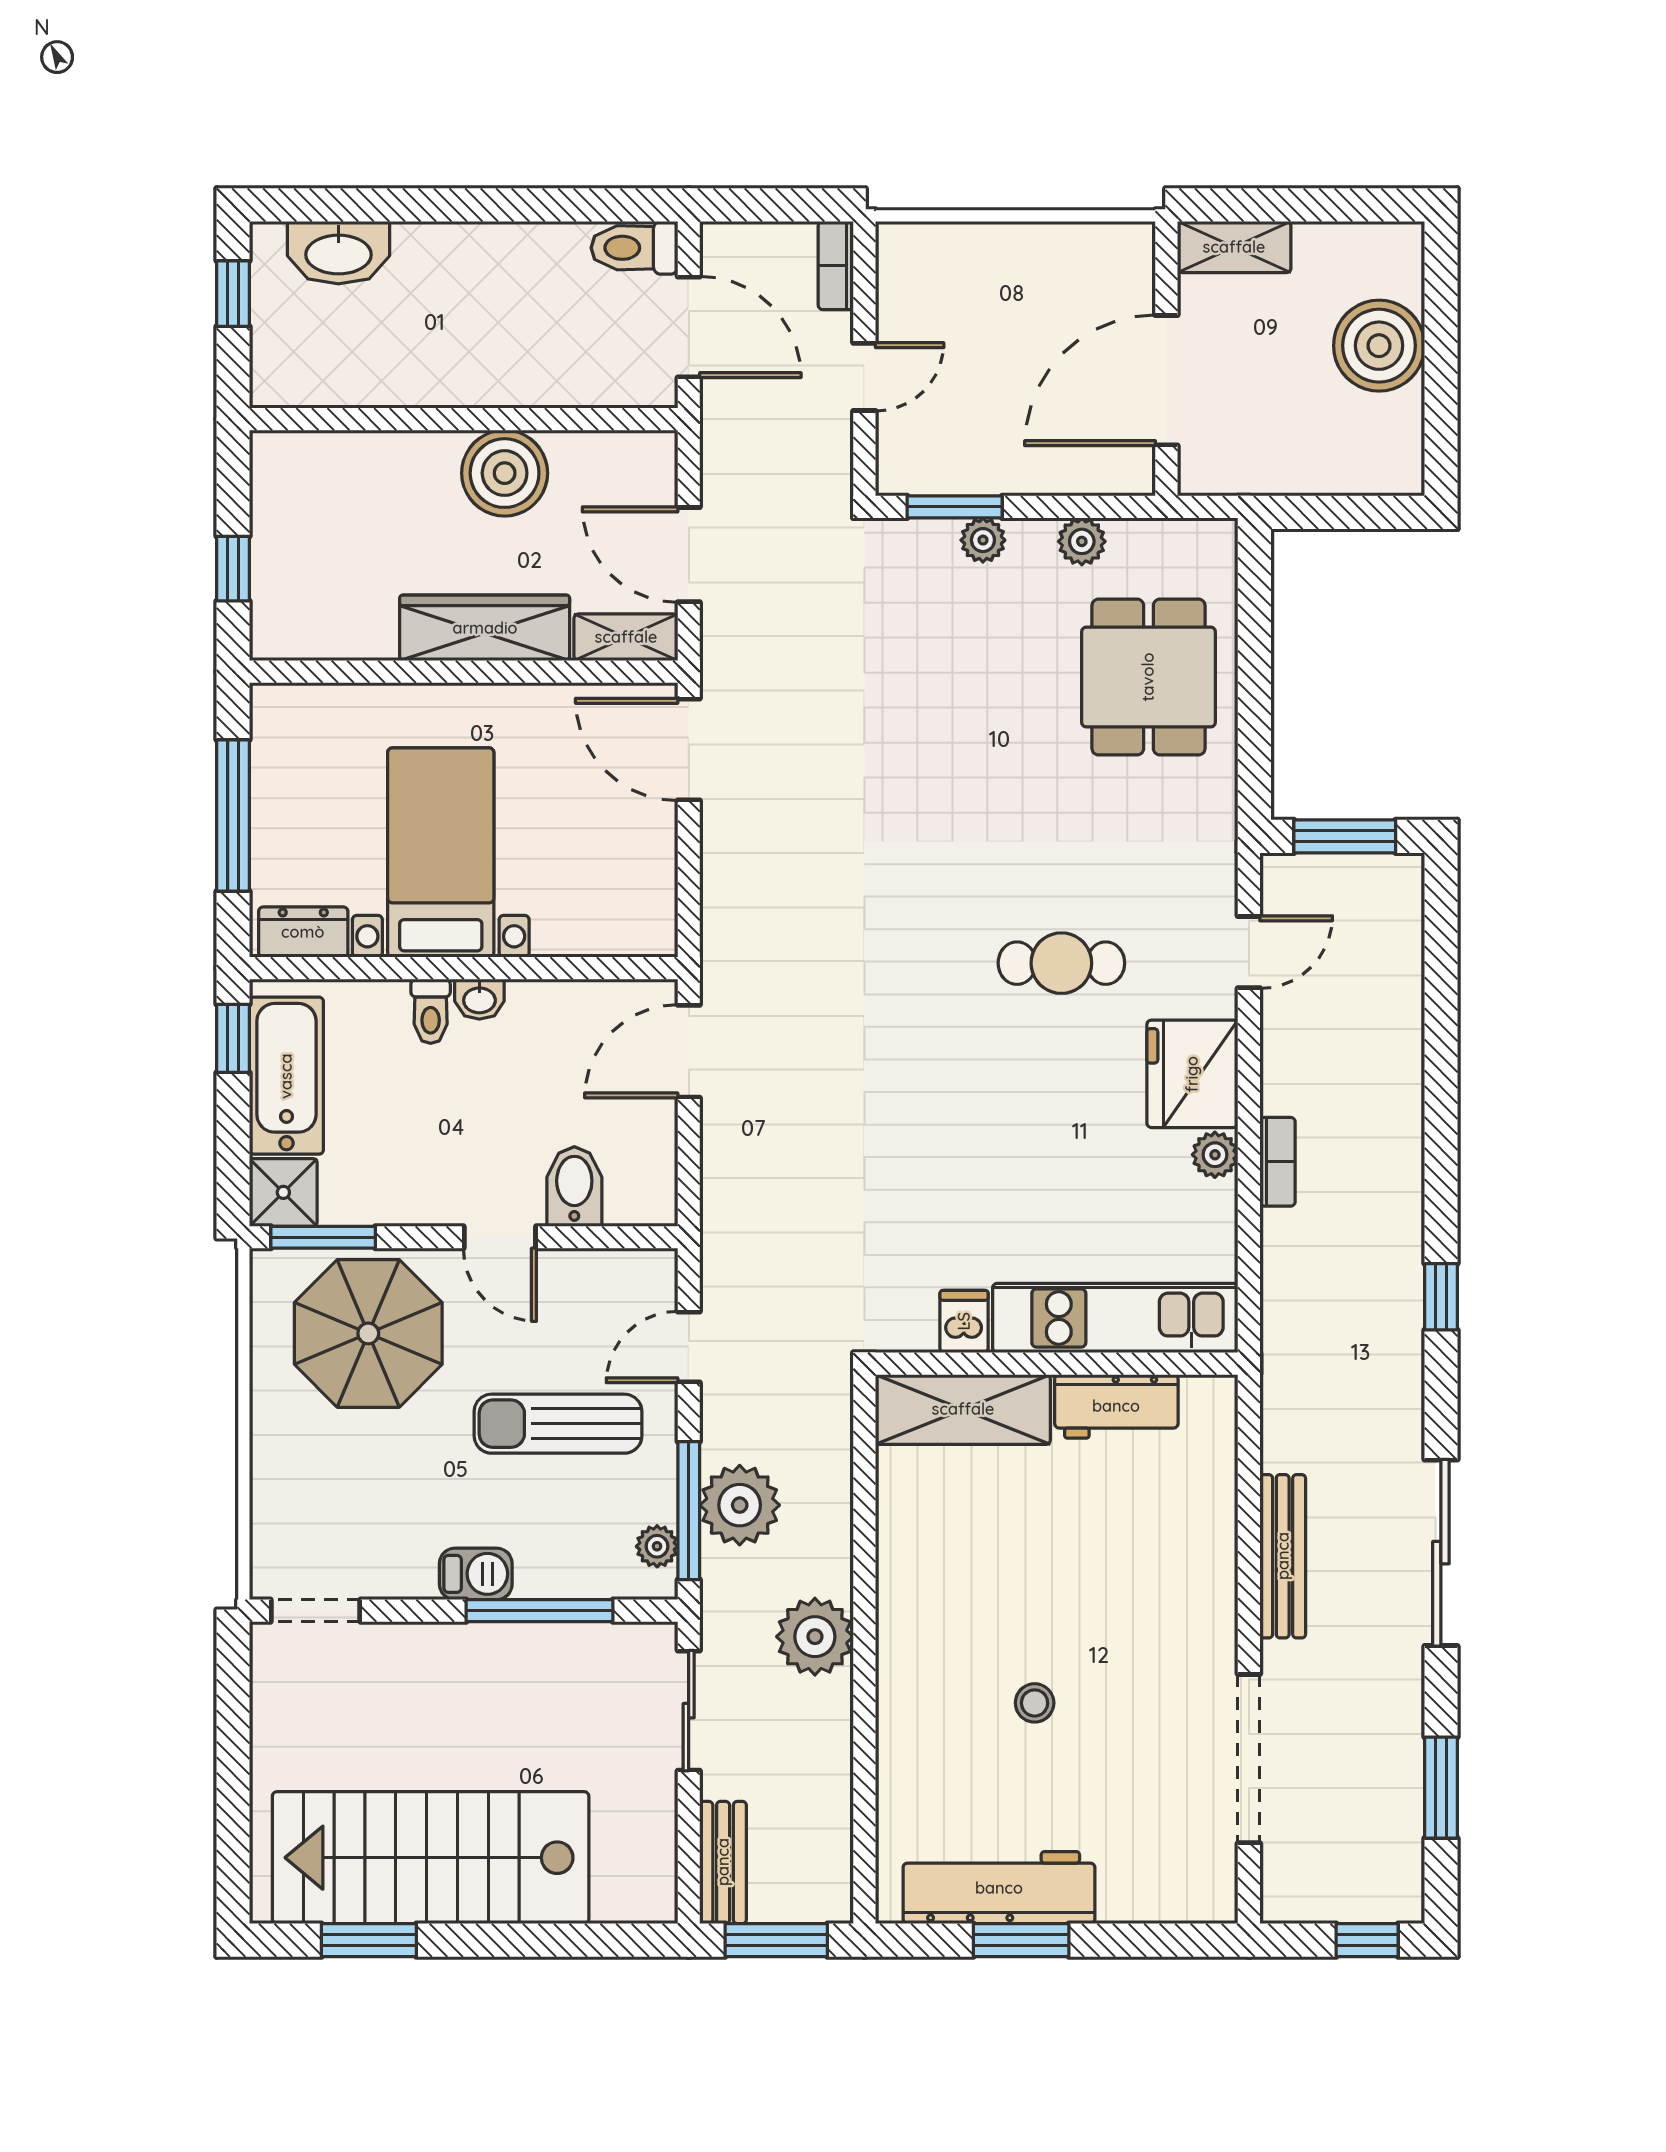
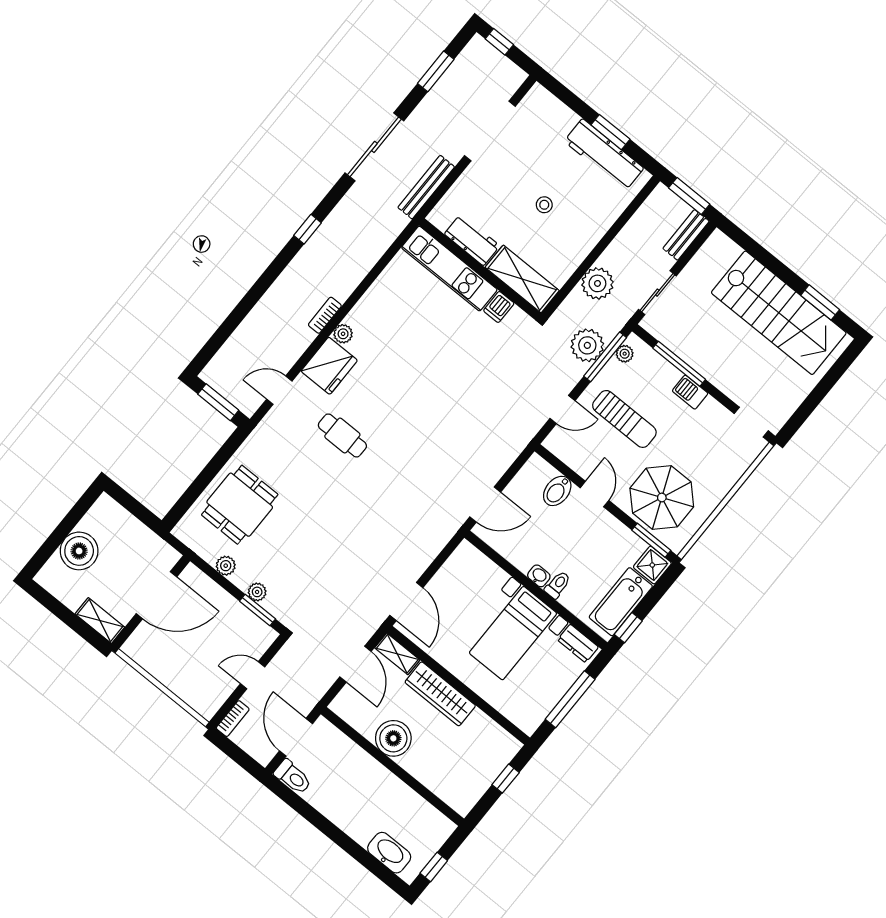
kitchen unit: (1115, 1318) -> (449, 269), moved
dishwasher: (964, 1321) -> (499, 307), moved
wall: (1057, 1364) -> (480, 269), moved
workbench: (1116, 1406) -> (472, 240), moved
shelving: (963, 1409) -> (522, 279), moved

